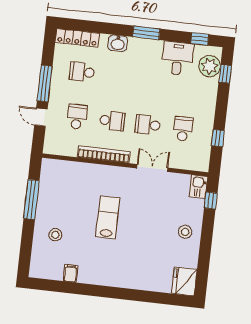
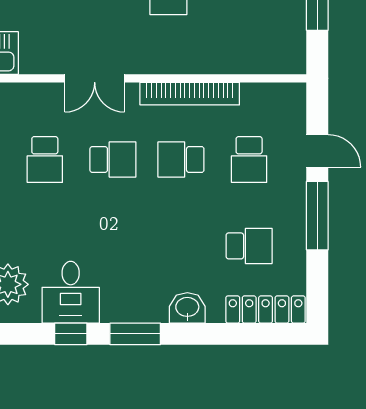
window: (200, 39) -> (71, 334), moved

